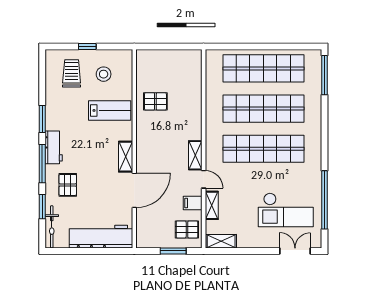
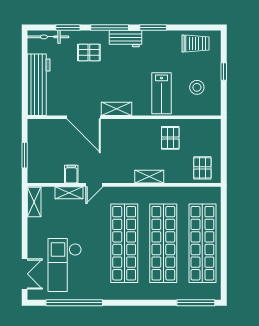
trolley: (72, 73) -> (195, 43), moved
shelving: (195, 155) -> (149, 177), moved
pallet: (187, 229) -> (202, 168), moved

